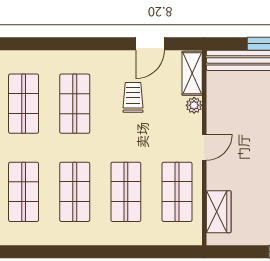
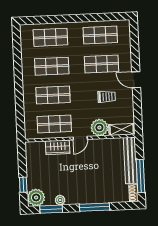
door: (150, 44) -> (136, 80), moved
plant: (194, 105) -> (99, 128), width x1.87, depth x1.87
door: (204, 147) -> (80, 138), hinge flipped
wardrobe: (219, 212) -> (58, 147), moved

